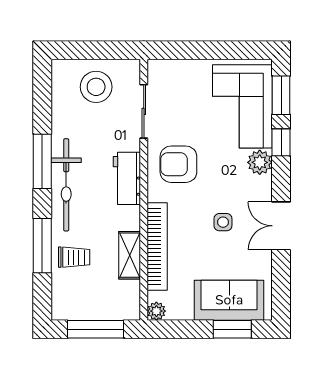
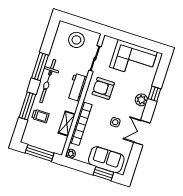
window: (281, 95) -> (162, 72), removed
corner sofa: (242, 106) -> (133, 59), moved, turned -90

